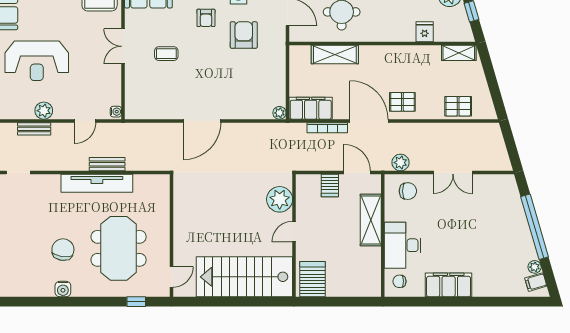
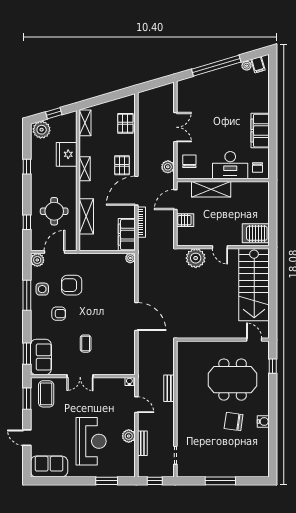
fridge: (425, 32) -> (67, 154), width x1.88, depth x1.34
shelving: (398, 52) -> (85, 169), added
tv unit: (97, 183) -> (183, 396), removed

